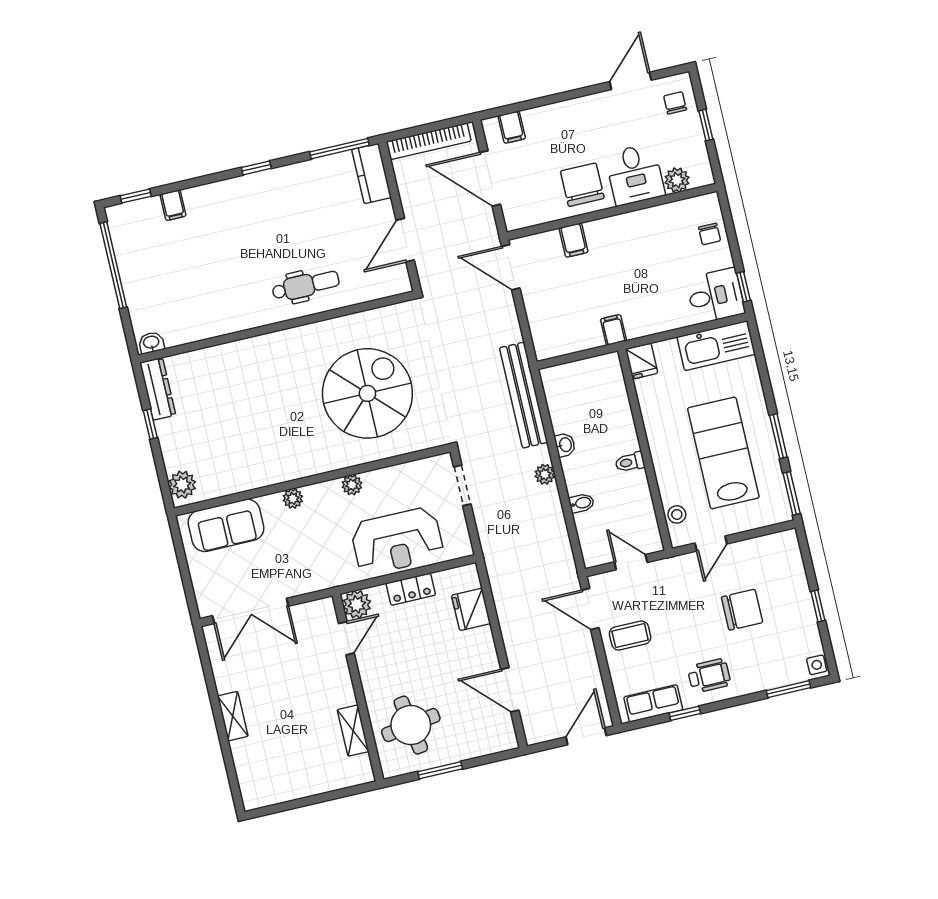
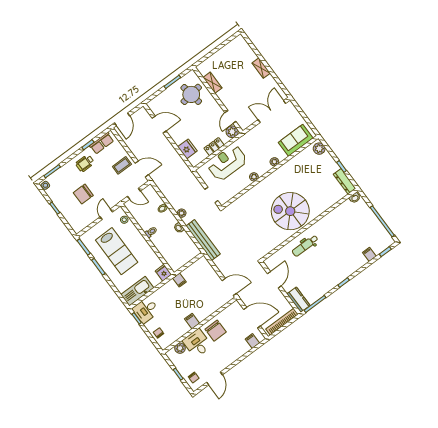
filing cabinet: (574, 240) -> (192, 321), moved
spiral stairs: (367, 393) -> (290, 211), moved, turned 90

